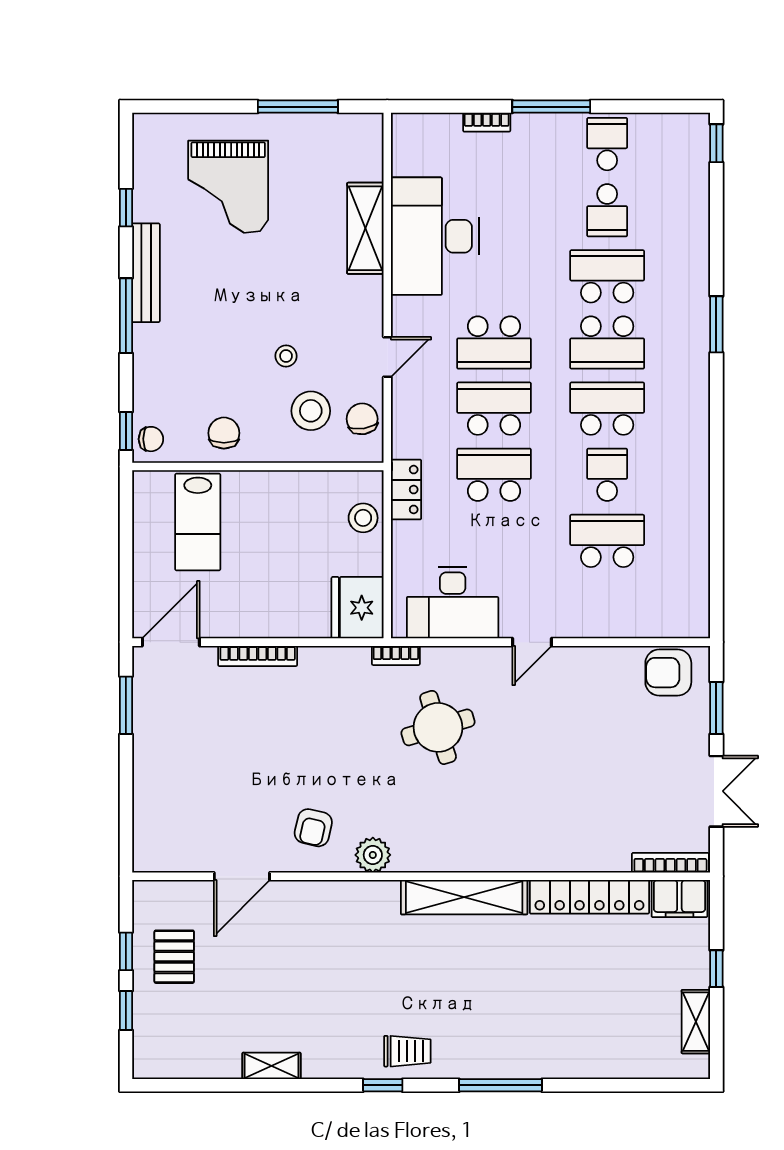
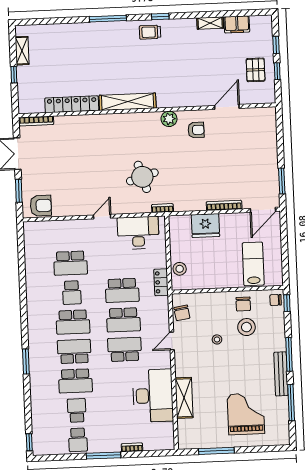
window: (126, 208) -> (291, 403), width x2.17
stool: (311, 411) -> (246, 327), moved
fridge: (358, 608) -> (205, 226), moved, turned 90
armchair: (313, 828) -> (196, 130), turned 77
filing cabinet: (679, 899) -> (237, 24), moved, turned 180

